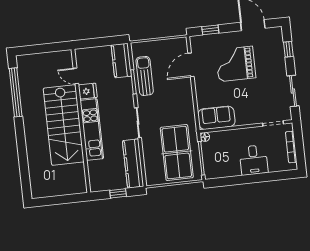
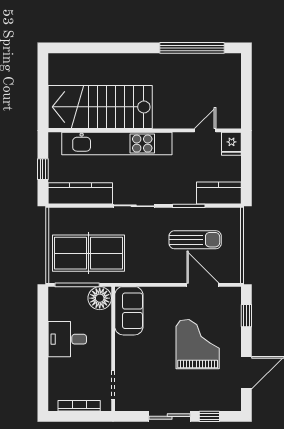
sun lounger: (145, 76) -> (195, 240), moved
fridge: (88, 91) -> (231, 144), moved
sliding door: (293, 91) -> (170, 416), moved
stairs: (64, 125) -> (100, 107), moved
kitchen unit: (92, 130) -> (117, 144), width x1.36
floor lamp: (205, 137) -> (100, 298), width x1.89, depth x1.89
desk: (254, 160) -> (67, 339), moved

